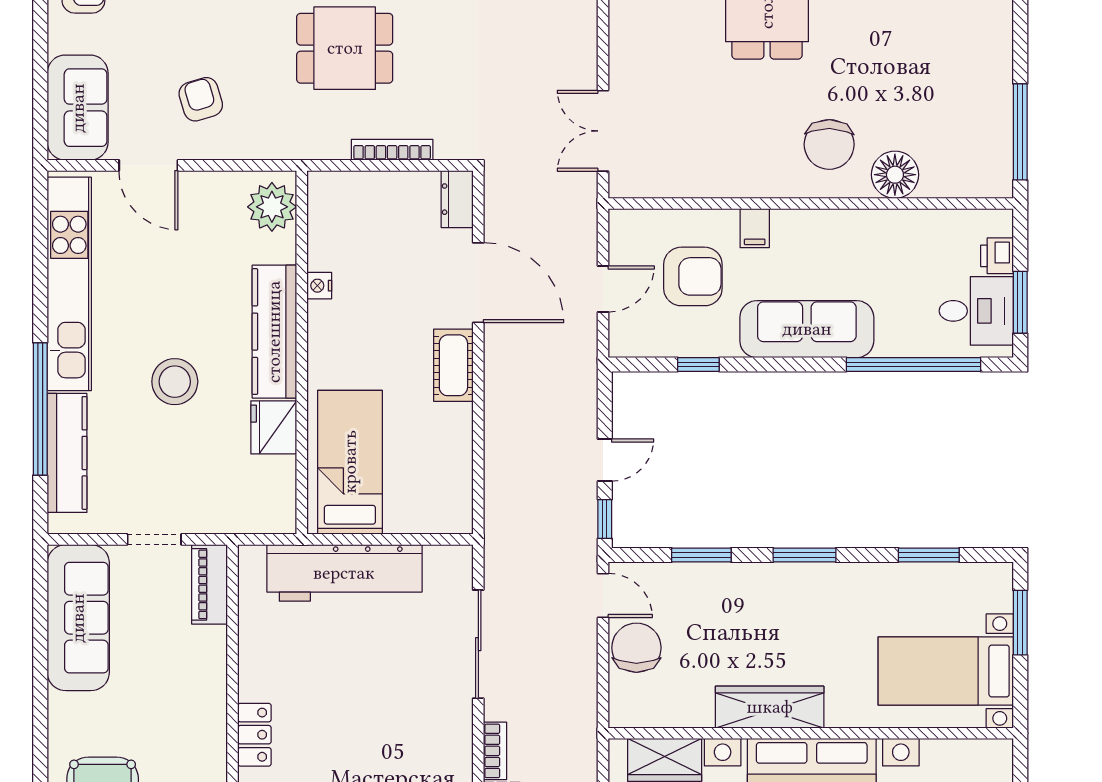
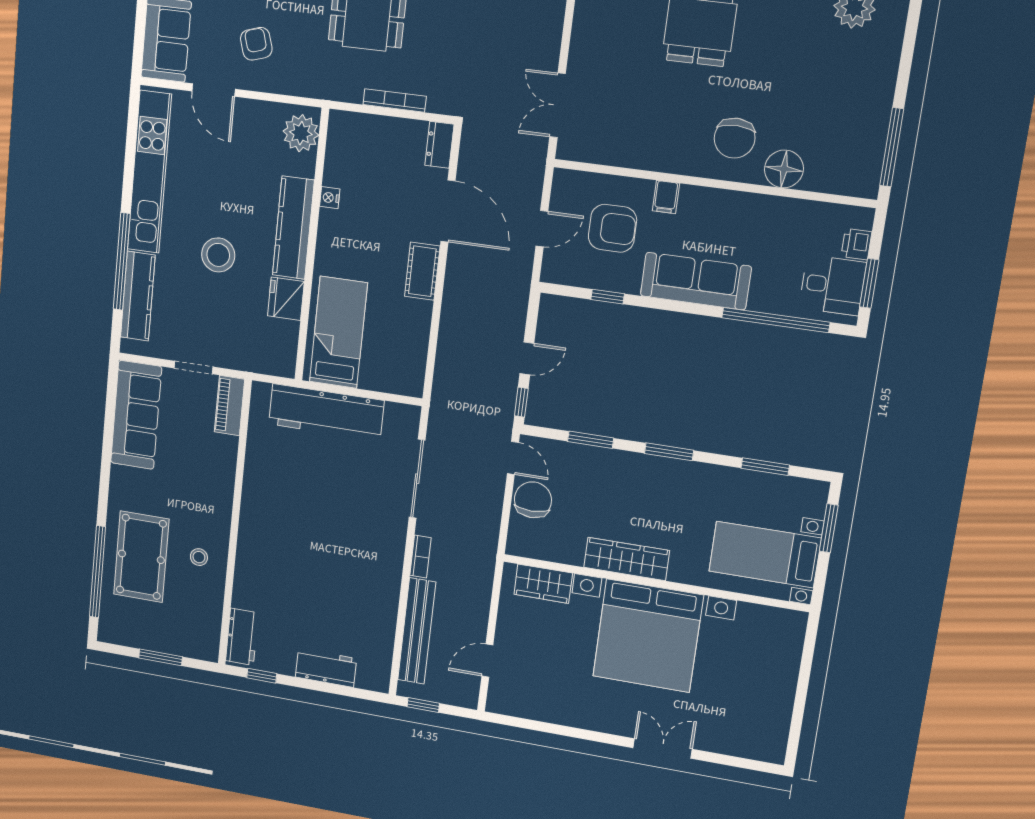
locker: (254, 735) -> (251, 517), removed

